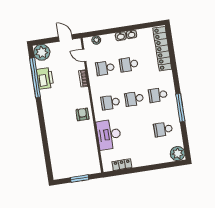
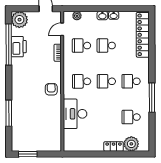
door: (84, 55) -> (62, 29), hinge flipped
window: (45, 144) -> (9, 113), added
plant: (178, 153) -> (131, 144), moved
locker: (122, 165) -> (114, 146), moved
window: (80, 179) -> (28, 154), moved

